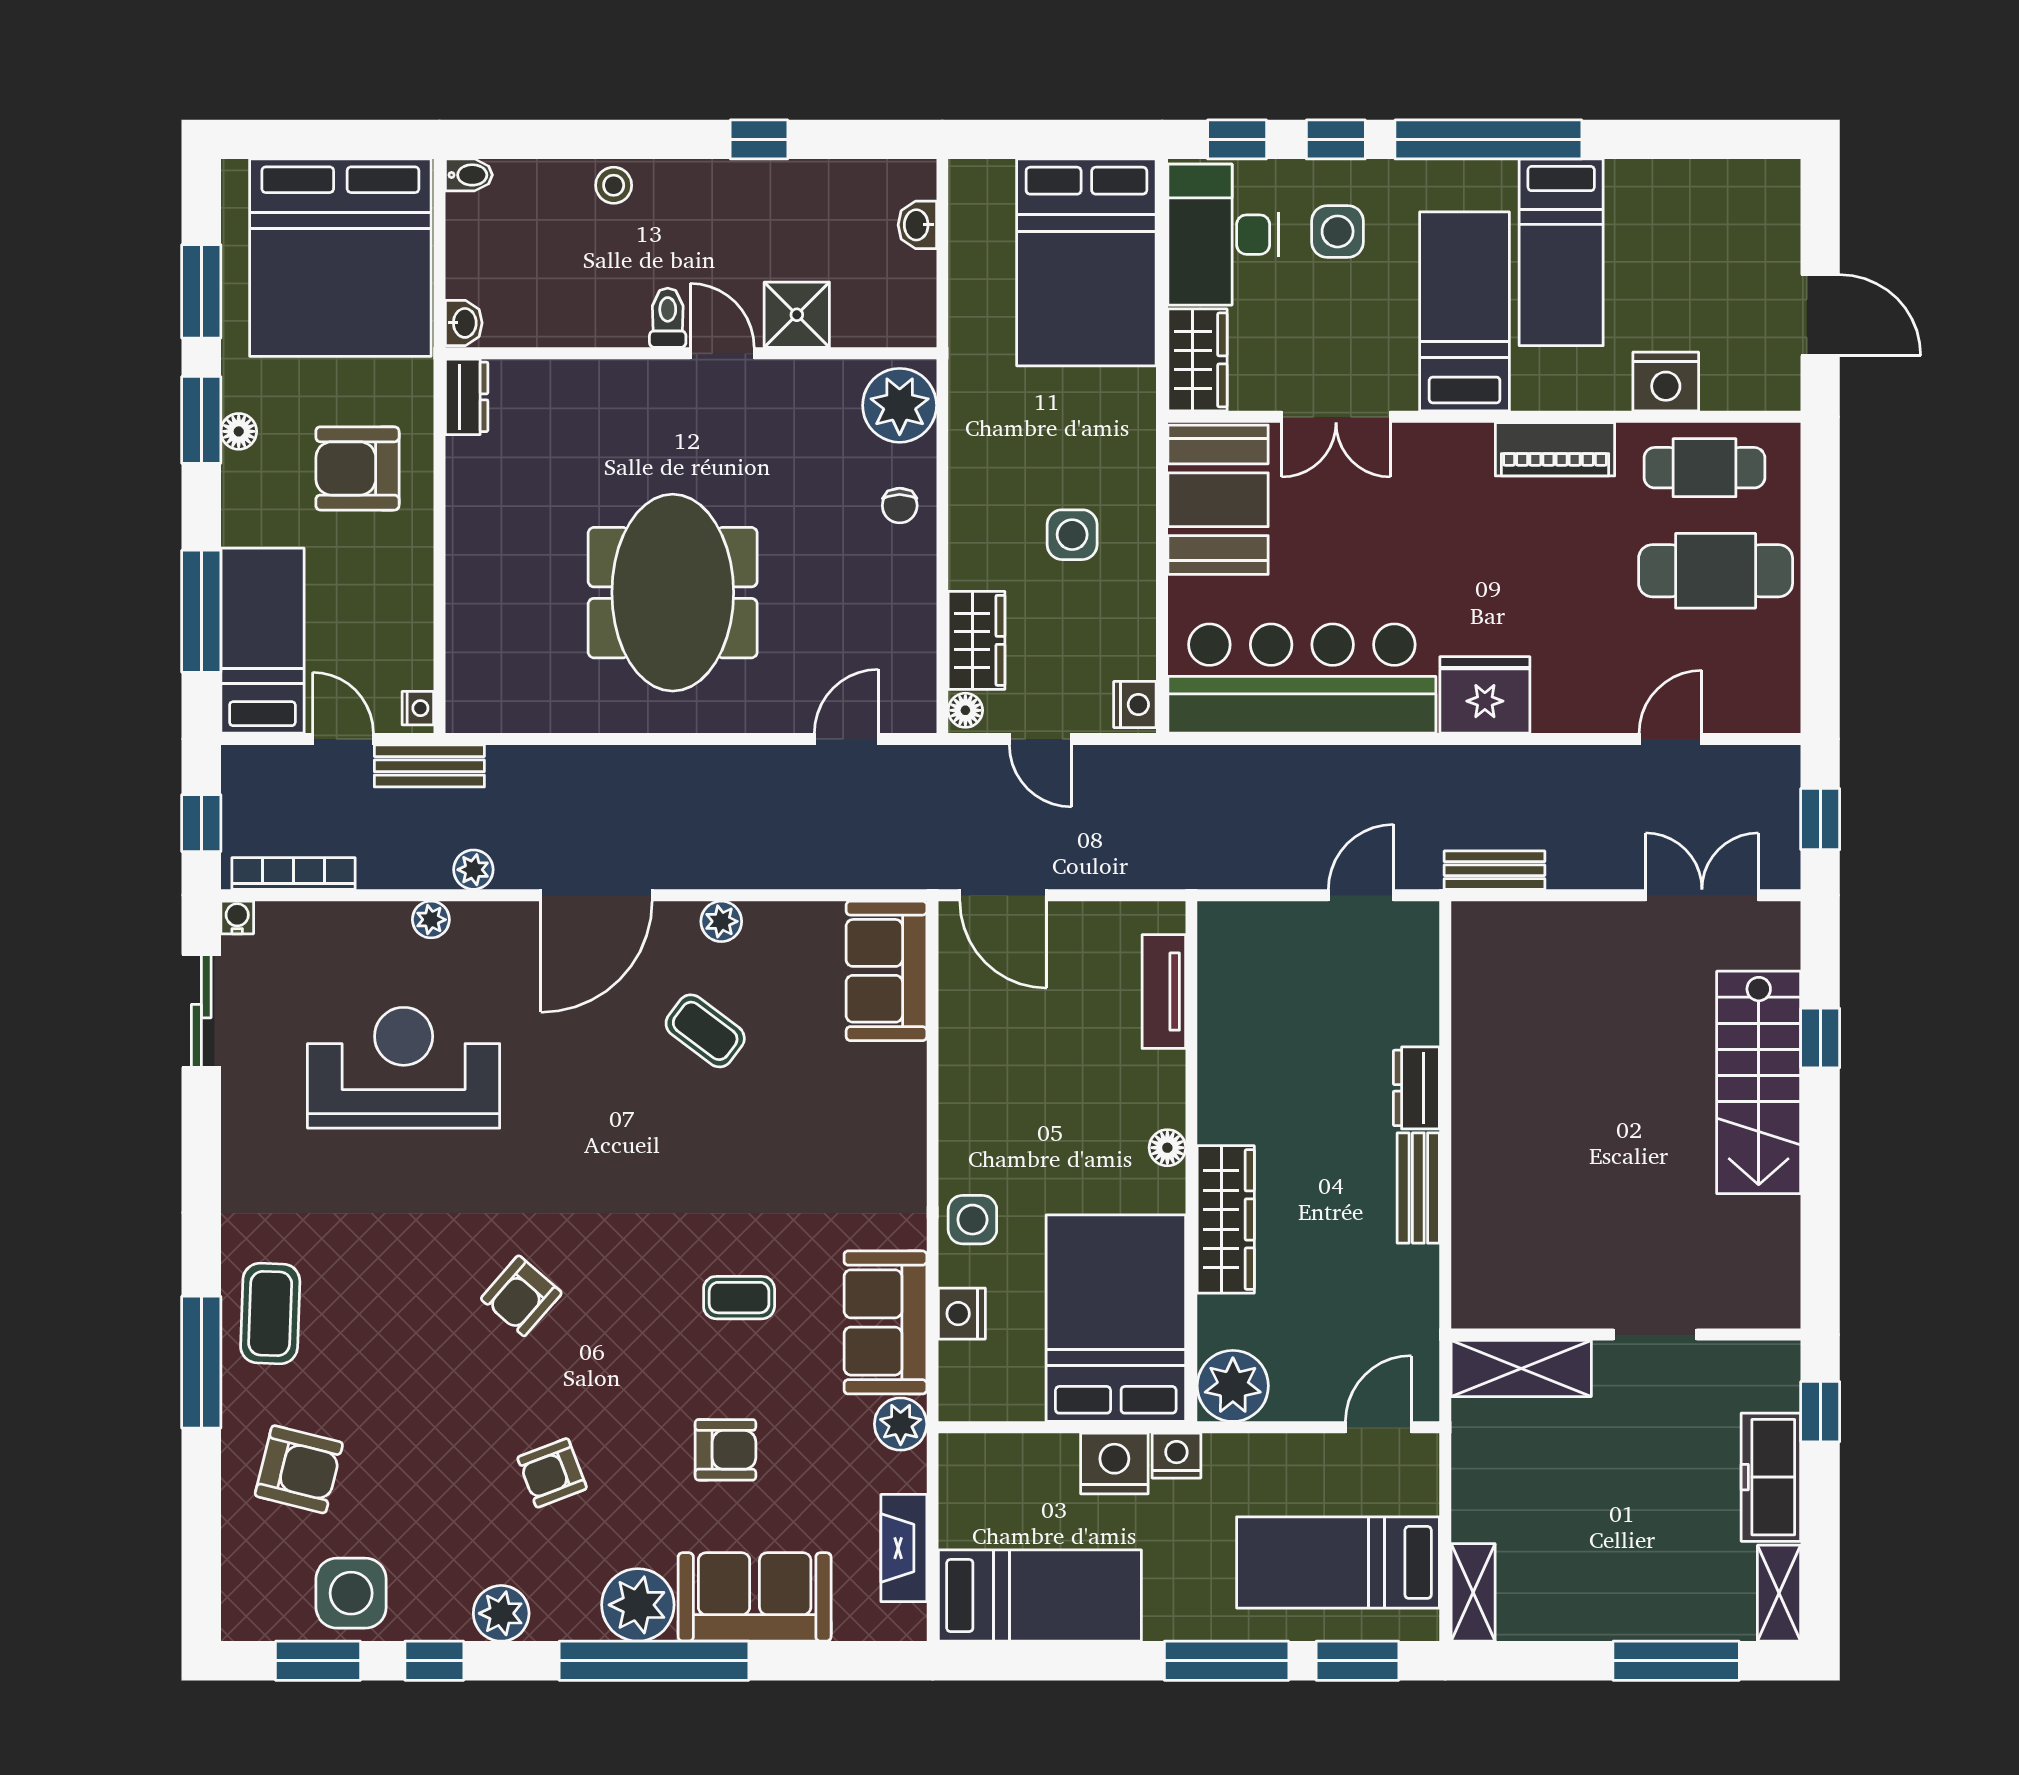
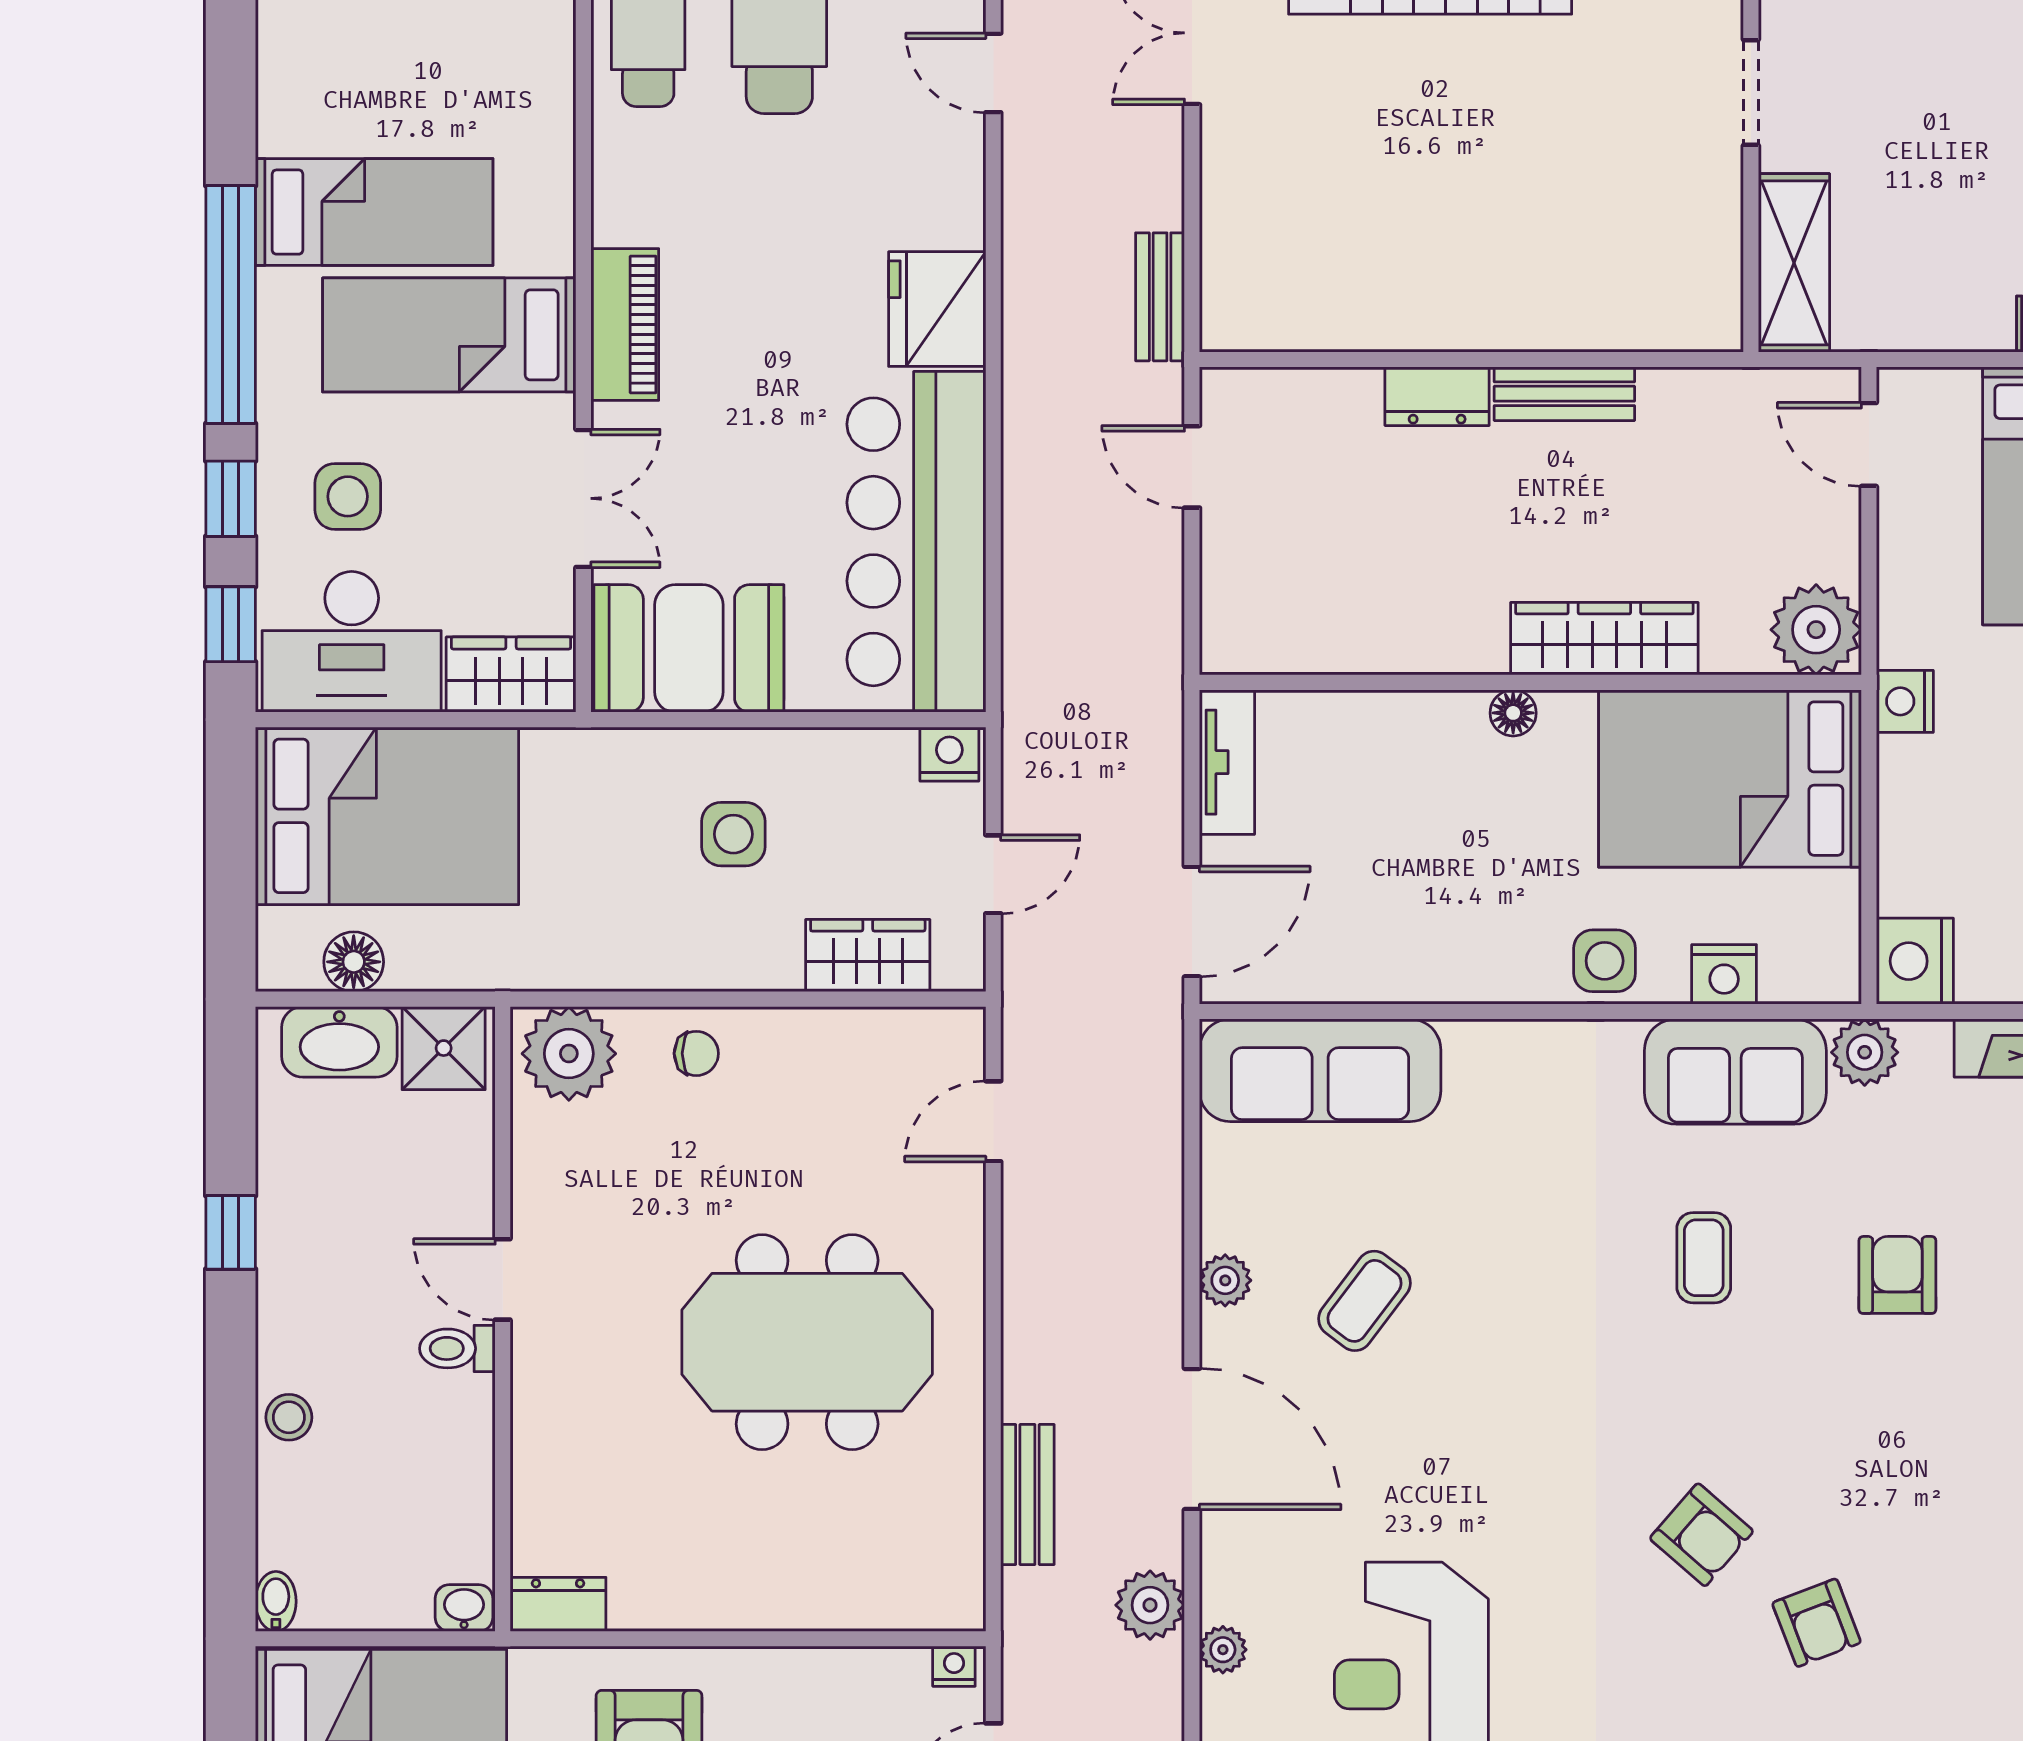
washbasin: (917, 225) -> (339, 1042), width x1.91, depth x1.45
shower: (797, 315) -> (444, 1048), moved
door: (722, 353) -> (503, 1279), hinge flipped
nightstand: (1666, 381) -> (538, 79), removed
piano: (1555, 449) -> (625, 325), moved
floor lamp: (965, 710) -> (354, 962), moved, width x1.37, depth x1.37
door: (846, 739) -> (993, 1121), hinge flipped
bench: (429, 766) -> (1027, 1495), moved
plant: (473, 870) -> (1150, 1605), width x1.38, depth x1.38
sofa: (886, 971) -> (1320, 1070), width x1.36
tv unit: (1164, 992) -> (1227, 762), moved, turned -90
nightstand: (1114, 1464) -> (1915, 961), moved
armchair: (552, 1473) -> (1817, 1623), moved

